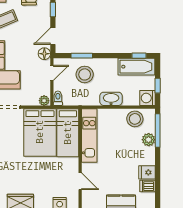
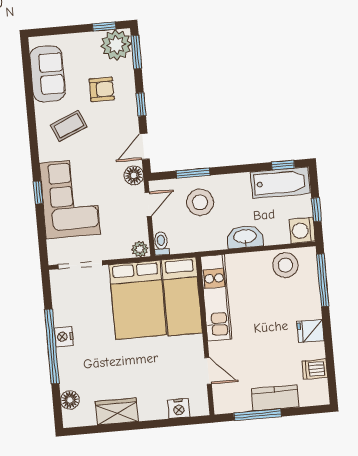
plant: (149, 140) -> (310, 296), removed
fridge: (147, 172) -> (311, 331), moved

